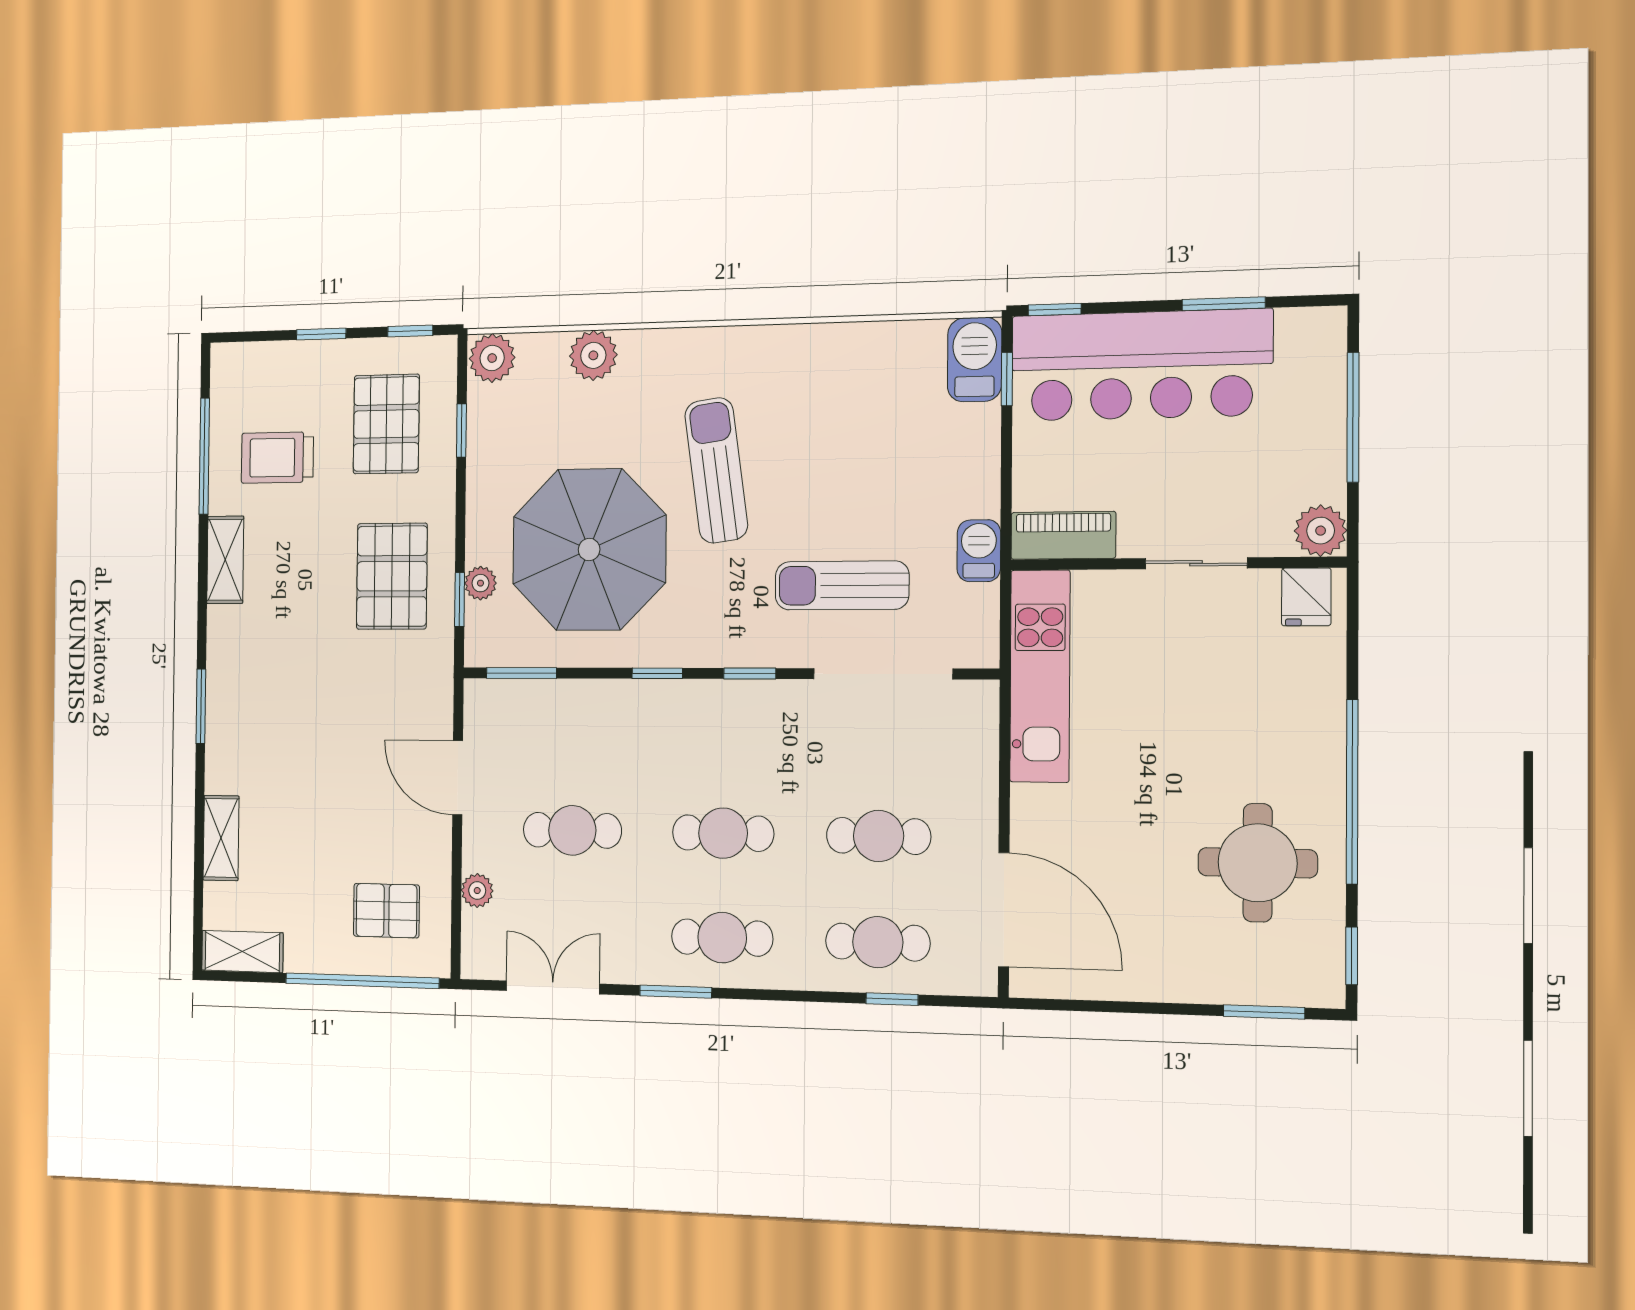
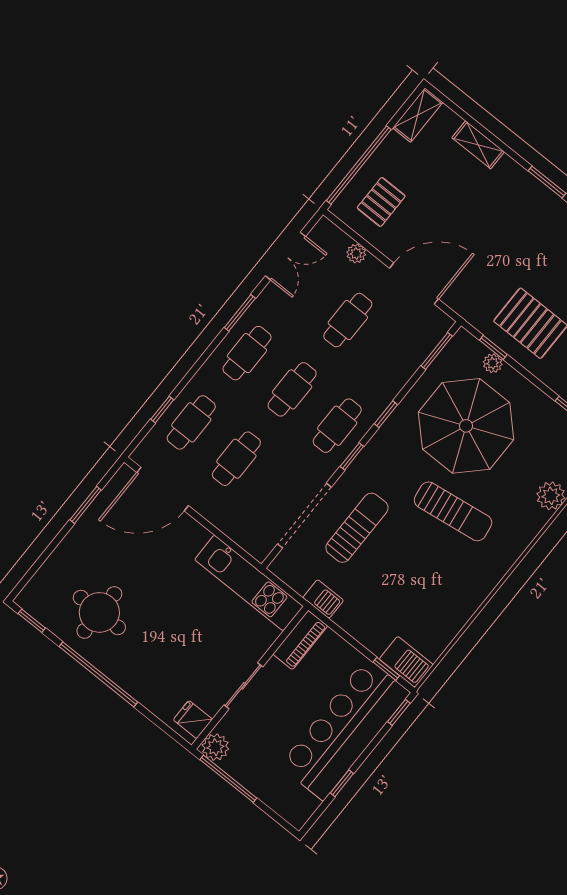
window: (1224, 304) -> (342, 783), width x0.67
window: (1353, 417) -> (228, 779), moved
cafe table: (724, 729) -> (337, 426), added
door: (458, 778) -> (414, 284), width x1.36
window: (1264, 1012) -> (86, 505), moved

